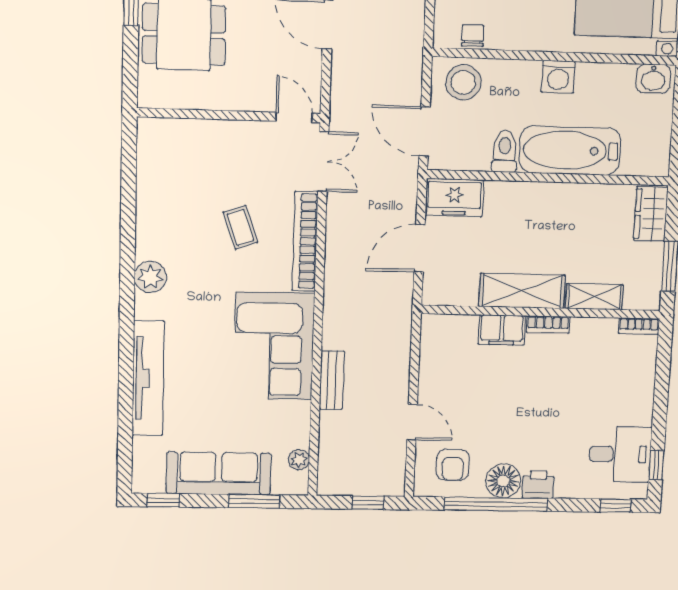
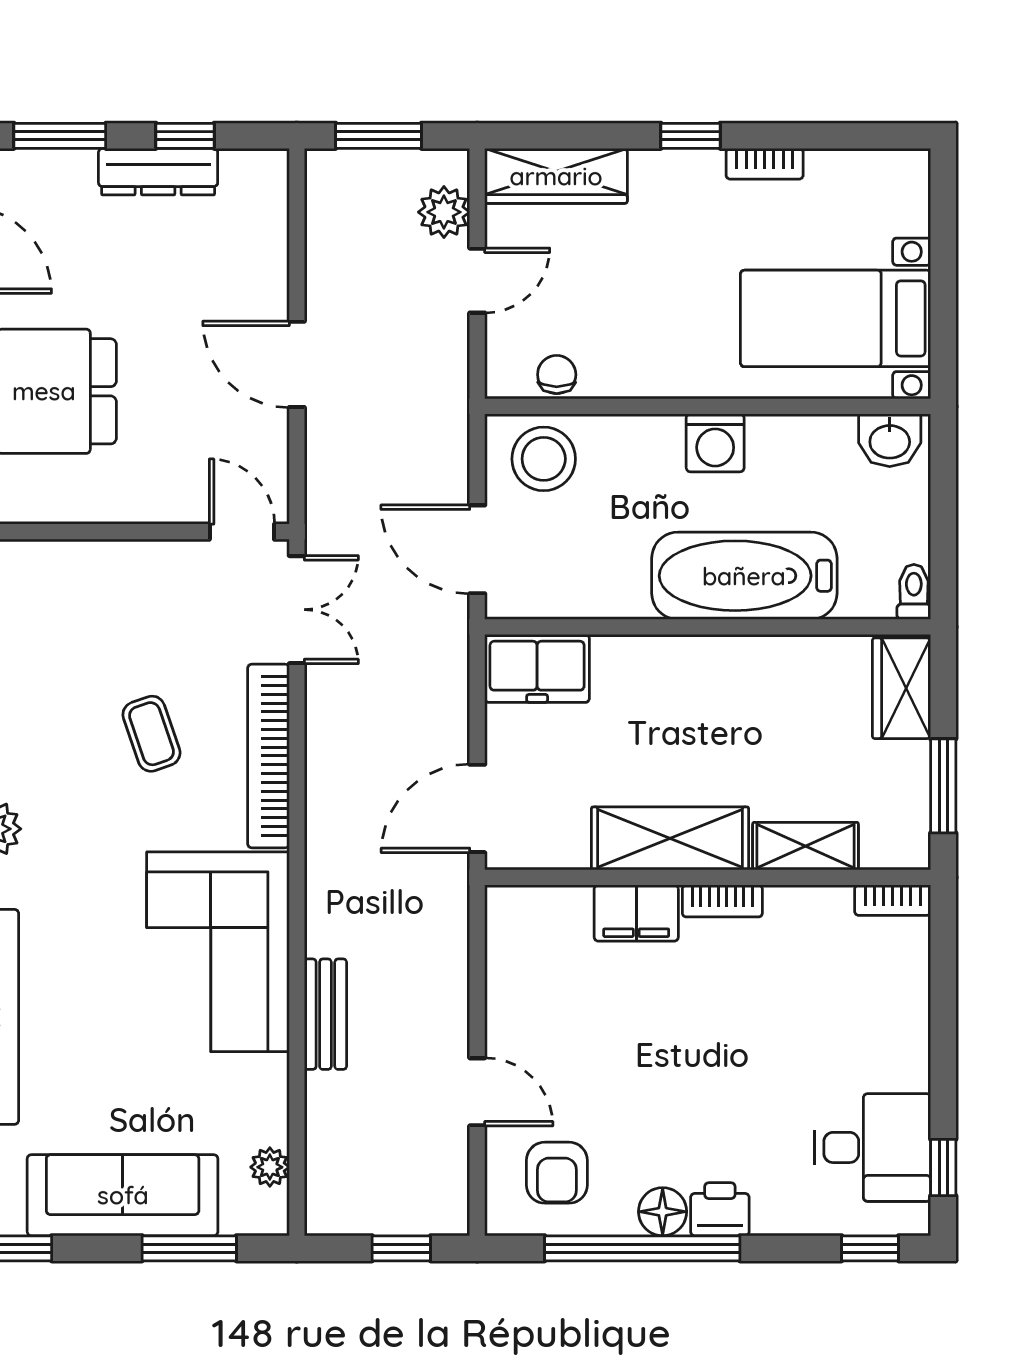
toilet: (505, 151) -> (914, 592), moved, width x0.73, depth x0.72
door: (419, 248) -> (477, 808), moved
floor lamp: (503, 481) -> (663, 1212), width x0.73, depth x0.73

